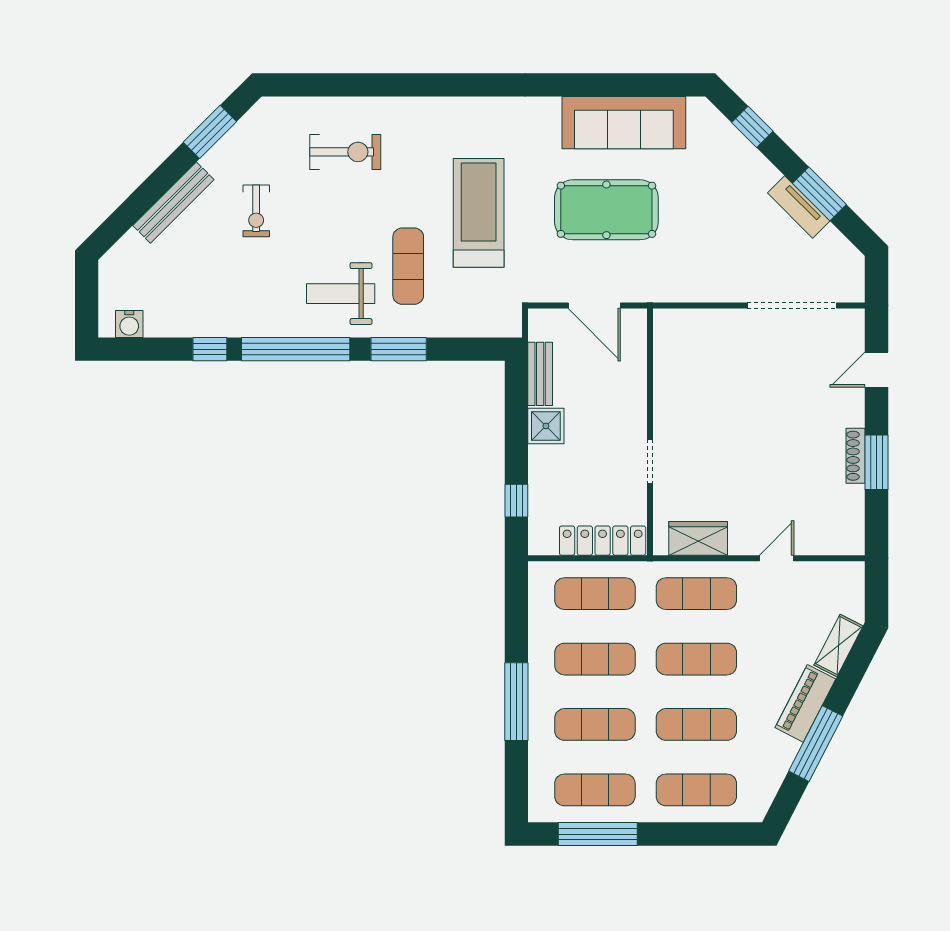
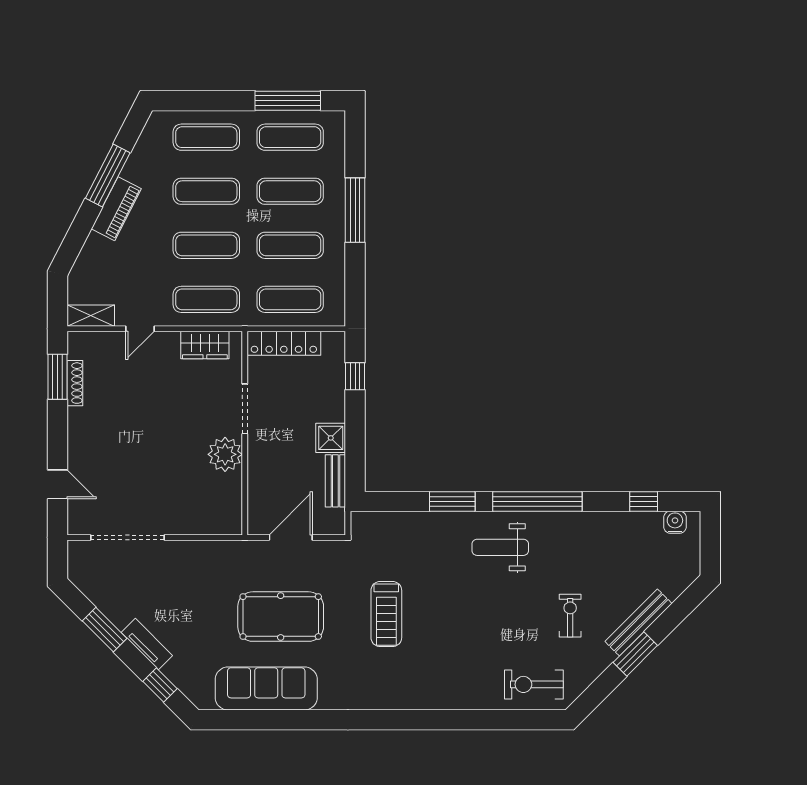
window: (210, 132) -> (635, 654), moved
exercise bike: (345, 152) -> (534, 684), moved
tv unit: (799, 207) -> (147, 644), moved
treadmill: (479, 213) -> (386, 614), width x0.73, depth x0.73
exercise mat: (408, 266) -> (444, 570), removed
weight bench: (341, 294) -> (500, 547), turned 180
door: (594, 306) -> (291, 537), hinge flipped
window: (210, 349) -> (644, 501), moved
door: (876, 370) -> (58, 484), hinge flipped
plant: (674, 406) -> (225, 454), added
shoe rack: (855, 456) -> (75, 383), moved
doorway: (650, 461) -> (245, 409), width x1.38
window: (876, 462) -> (58, 377), moved
shelving: (838, 646) -> (91, 316), moved, turned 63

